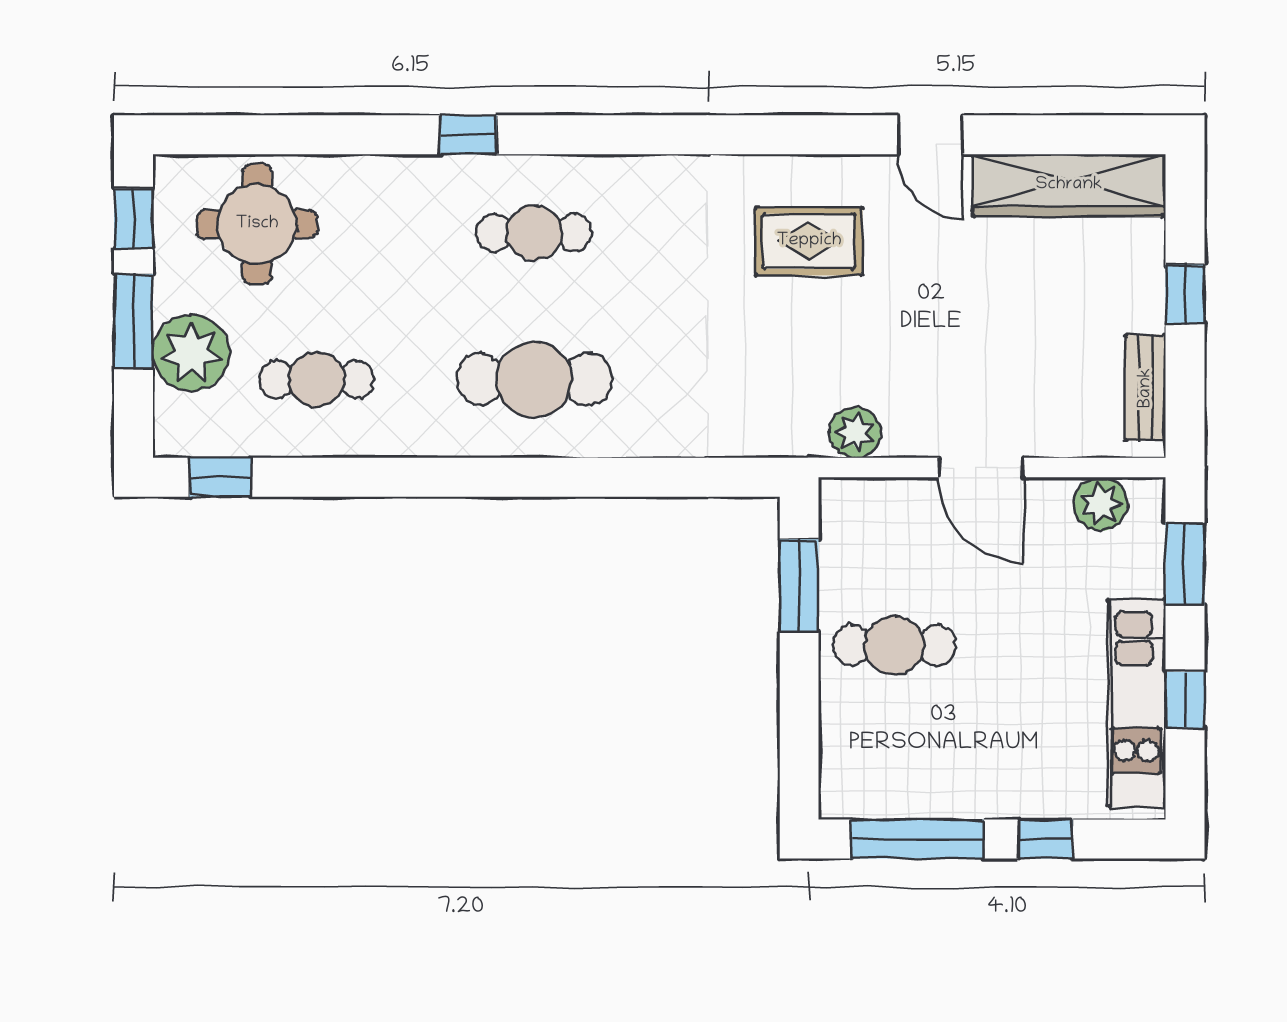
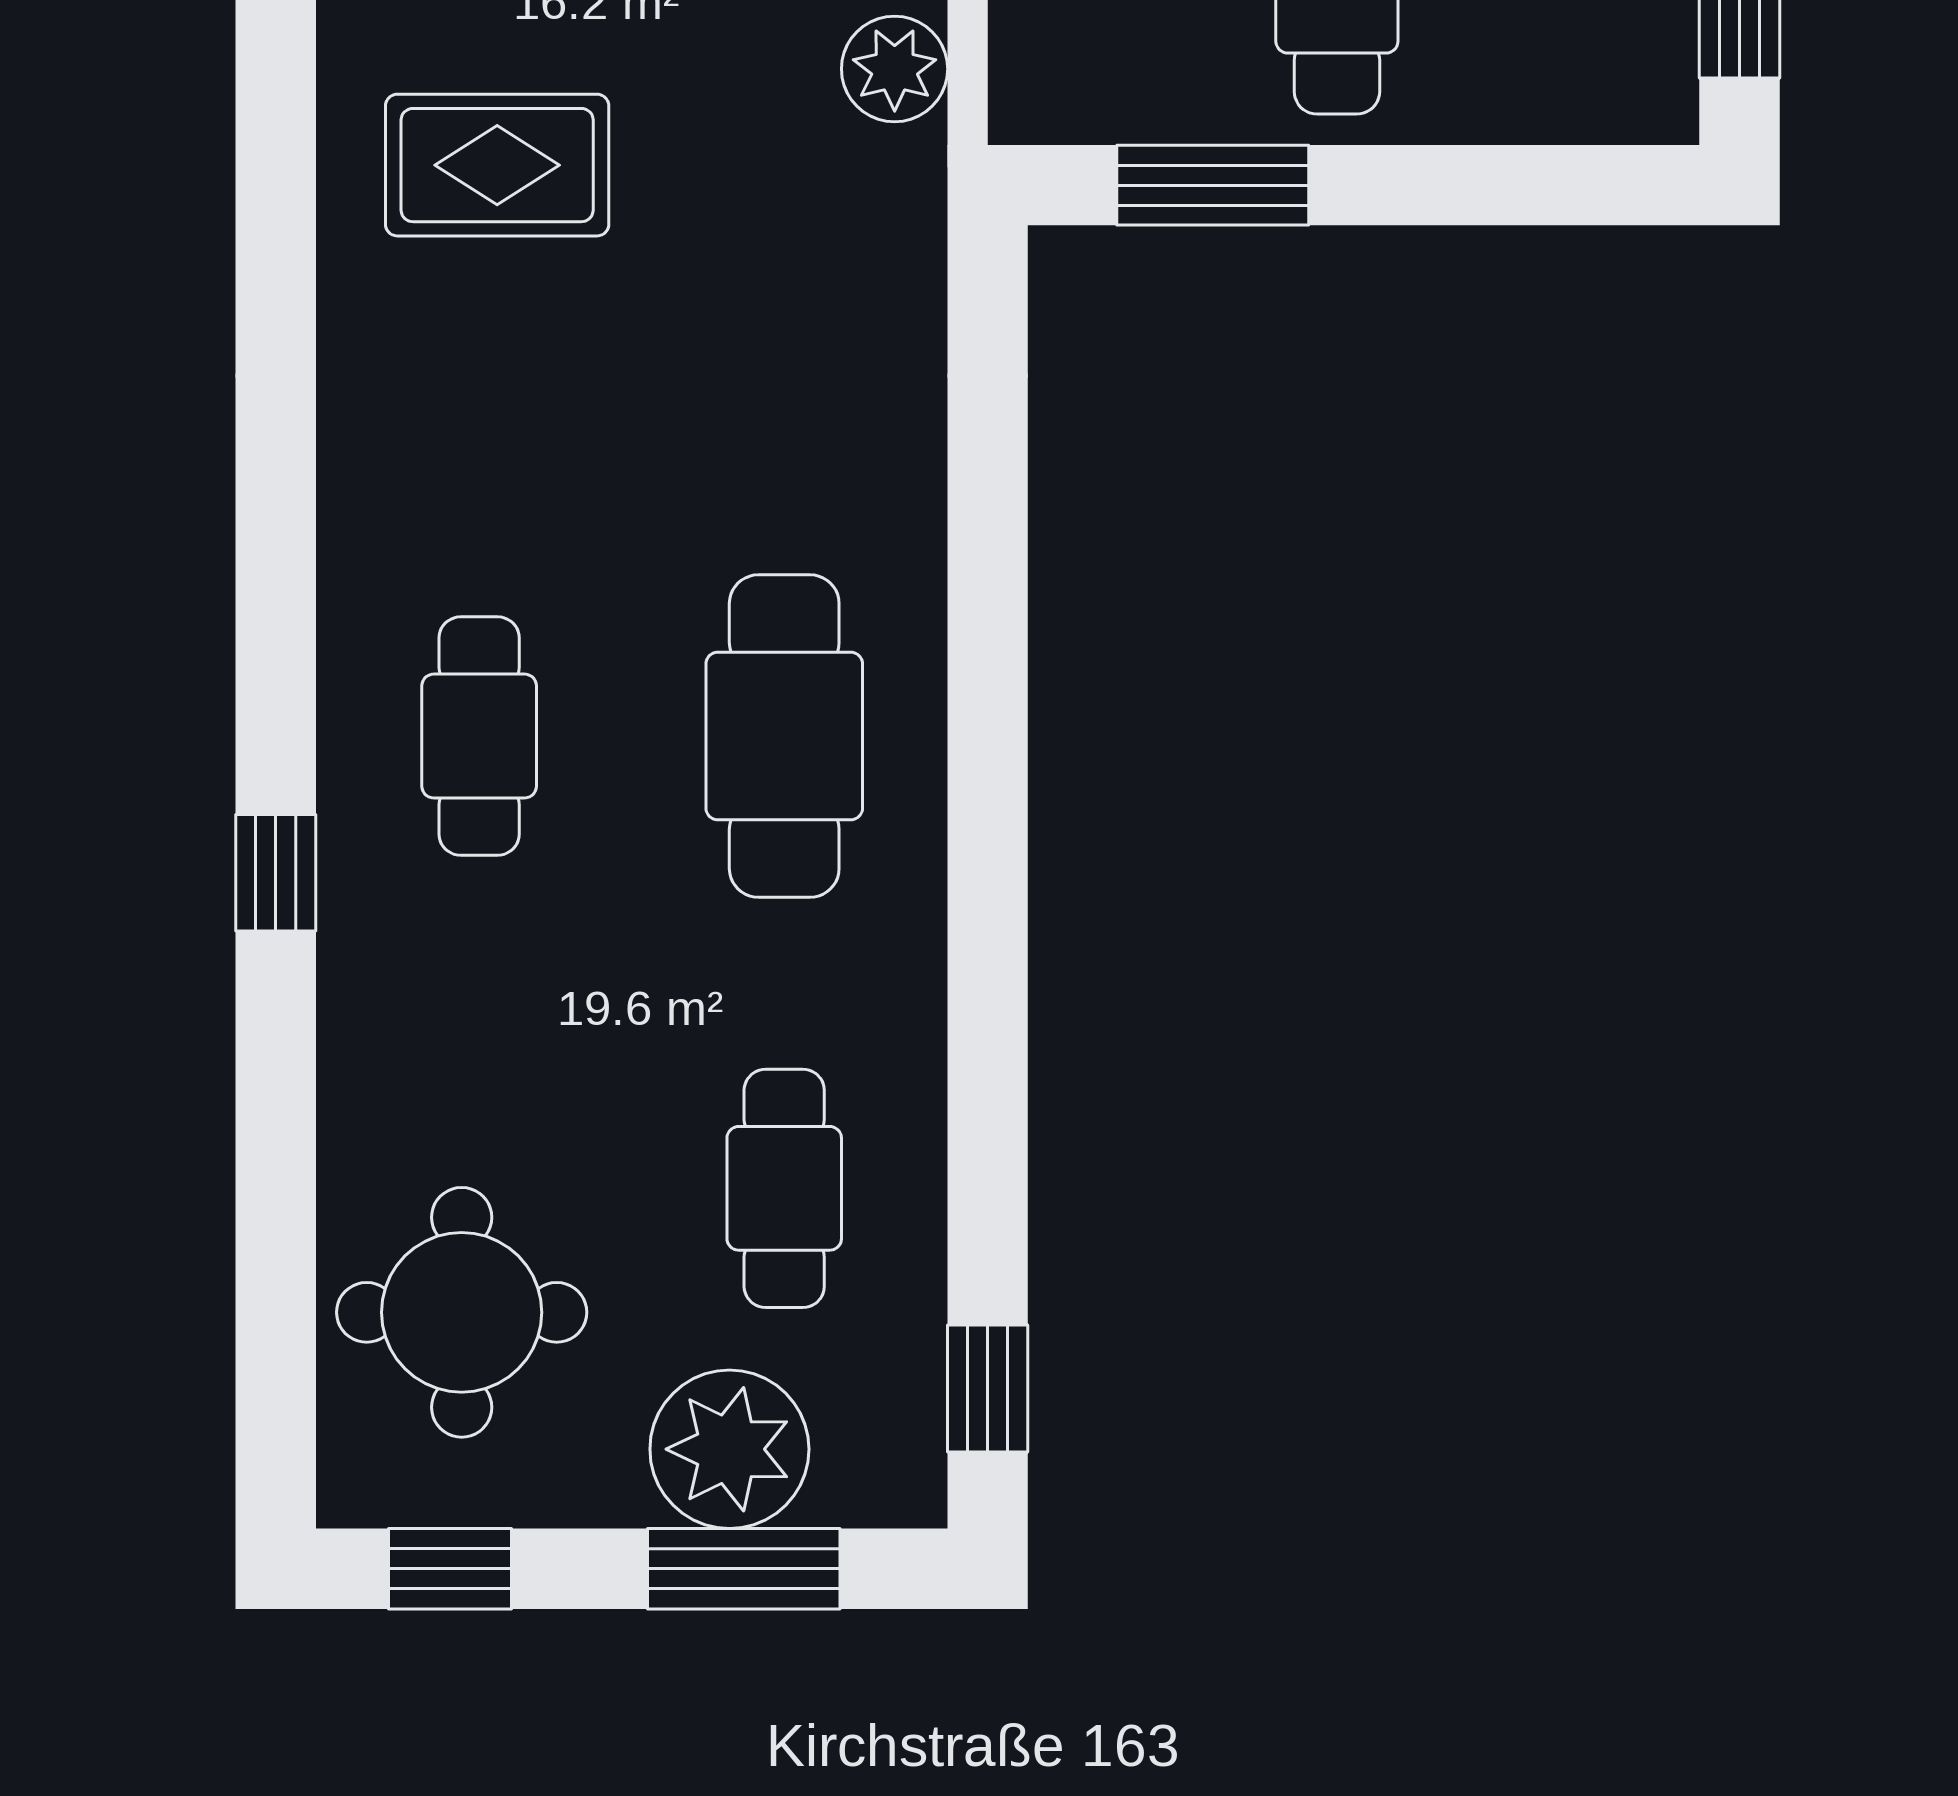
rug: (809, 241) -> (497, 165), turned 90
window: (133, 321) -> (744, 1569), moved

